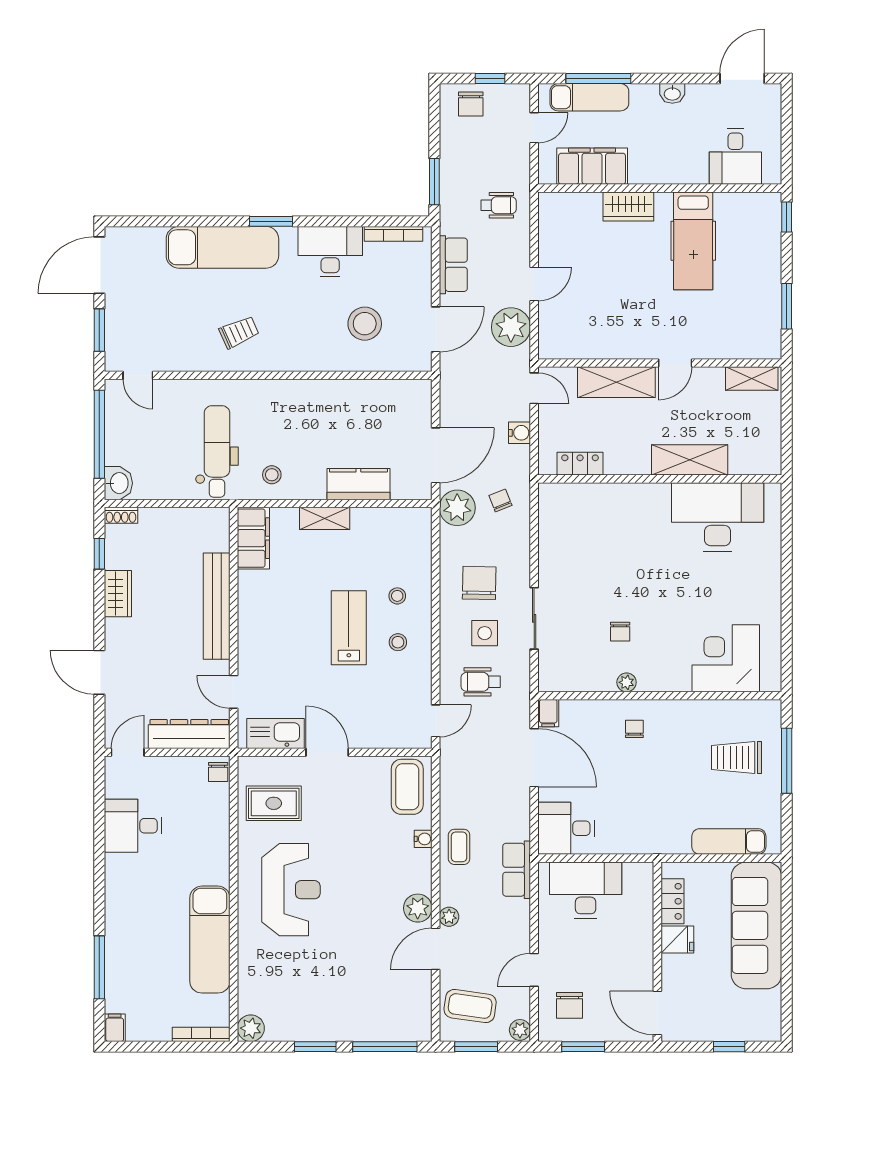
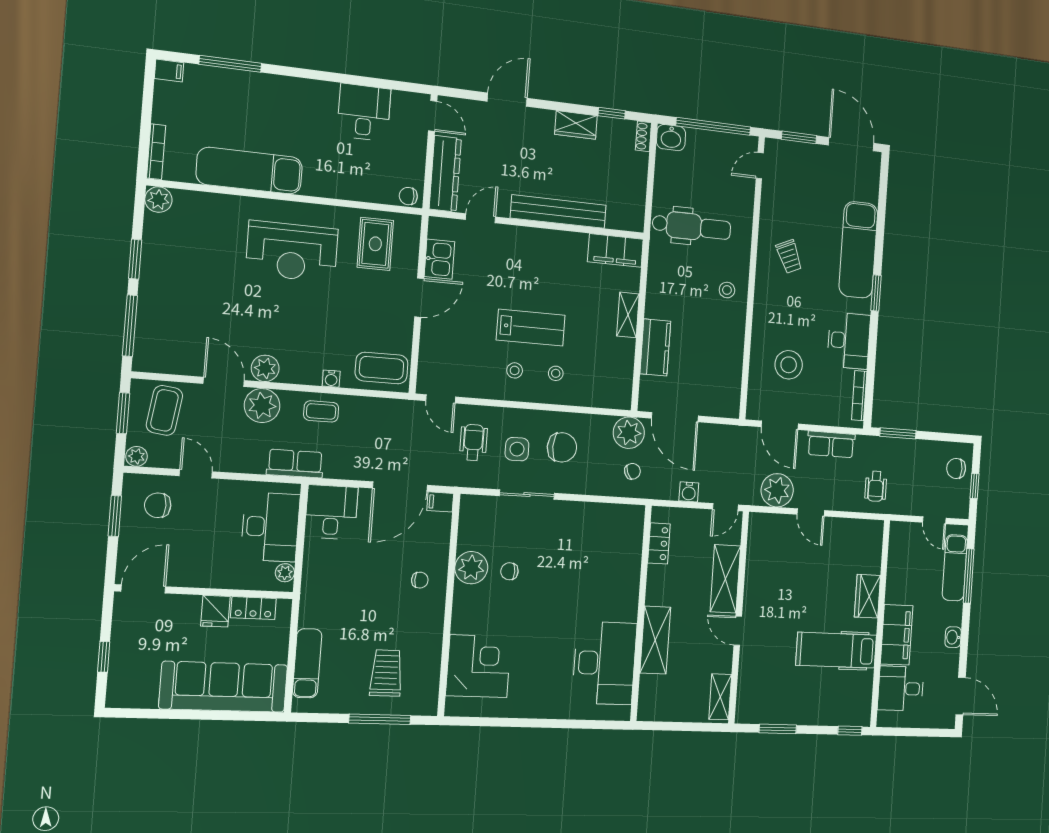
filing cabinet: (592, 166) -> (897, 635), moved
stool: (272, 475) -> (727, 290), moved
plant: (627, 682) -> (471, 568), width x1.88, depth x1.88
kitchen sink: (275, 733) -> (439, 259), width x0.73
plant: (633, 872) -> (285, 573), added
plant: (449, 917) -> (262, 406), width x1.88, depth x1.88

